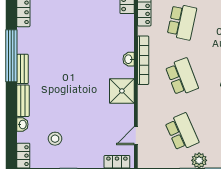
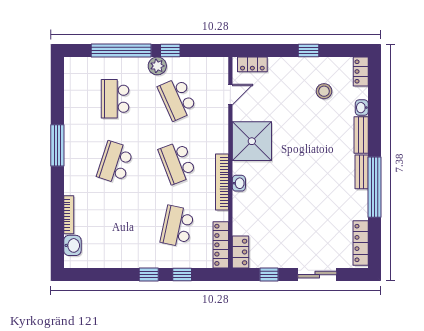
shower: (122, 91) -> (252, 141), width x1.37, depth x1.37

